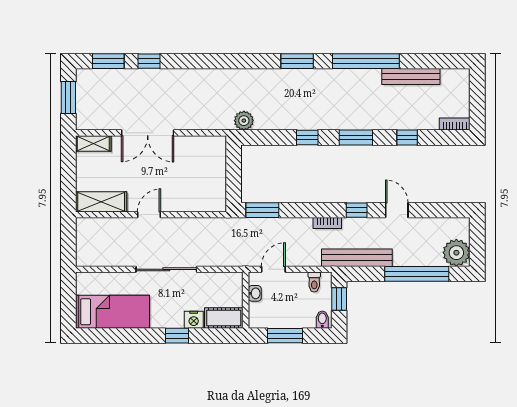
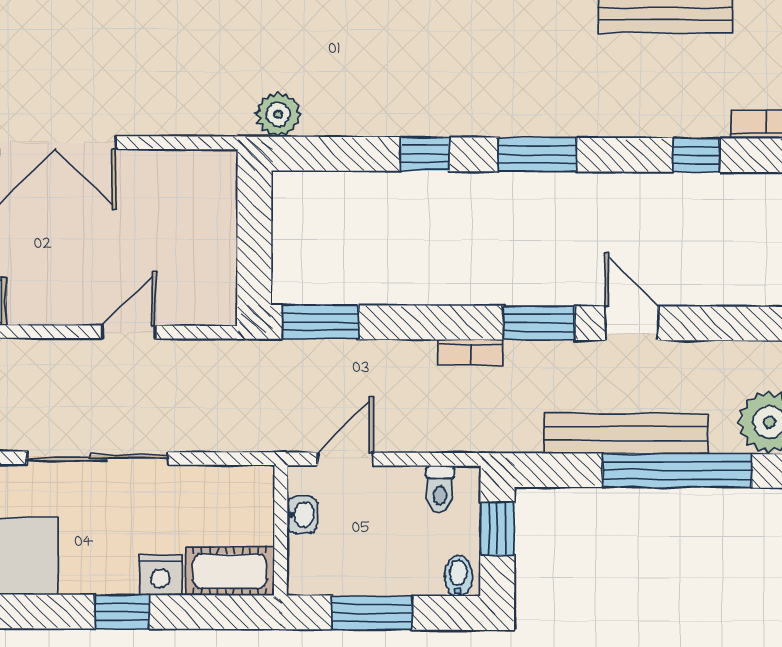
window: (407, 138) -> (696, 155), moved
window: (357, 210) -> (539, 323), width x1.50
door: (149, 215) -> (129, 332), moved
bench: (357, 258) -> (626, 433), moved

